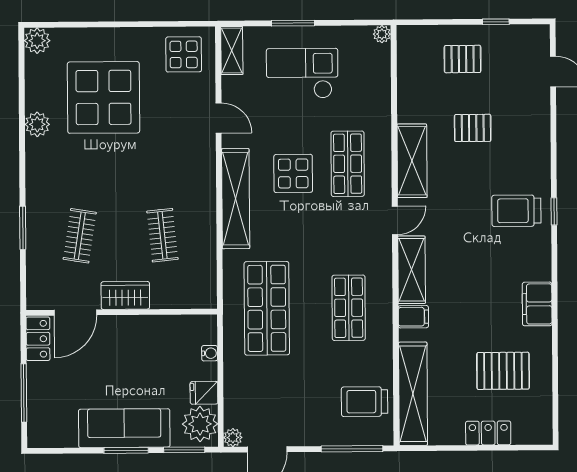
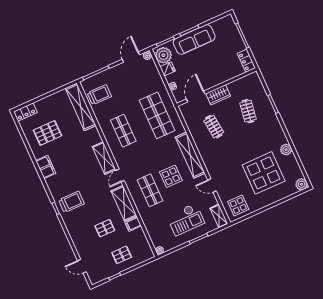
door: (75, 313) -> (196, 97), moved
filing cabinet: (413, 317) -> (133, 224), moved
locker: (488, 433) -> (25, 112), moved

